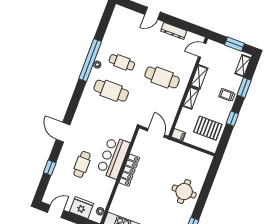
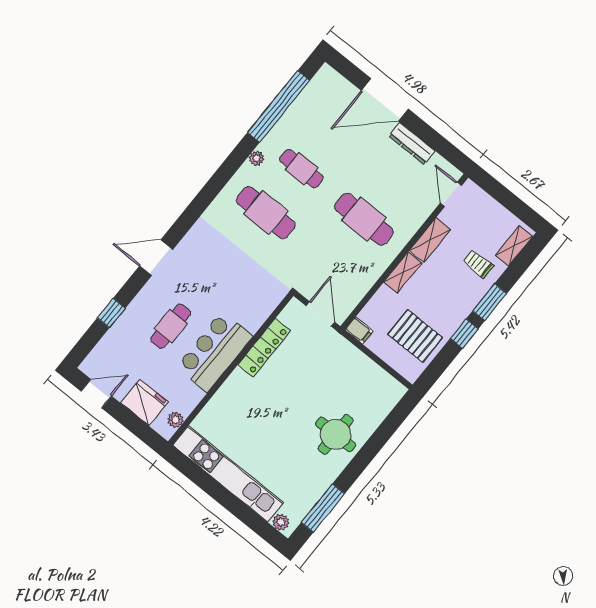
door: (152, 13) -> (385, 100), width x1.87
window: (235, 44) -> (512, 203), removed
door: (202, 50) -> (451, 194), hinge flipped
window: (90, 60) -> (279, 106), moved
window: (244, 88) -> (490, 302), moved
trolley: (227, 95) -> (478, 264), moved
door: (63, 132) -> (156, 258), hinge flipped
bar counter: (113, 157) -> (215, 352), moved
locker: (129, 170) -> (264, 348), moved

